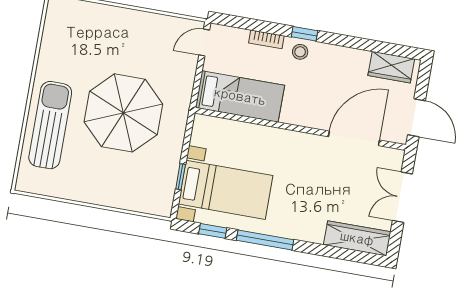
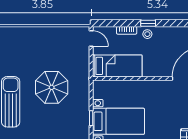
door: (204, 43) -> (91, 38), swing flipped
parasol: (123, 113) -> (52, 87), width x0.73, depth x0.73

